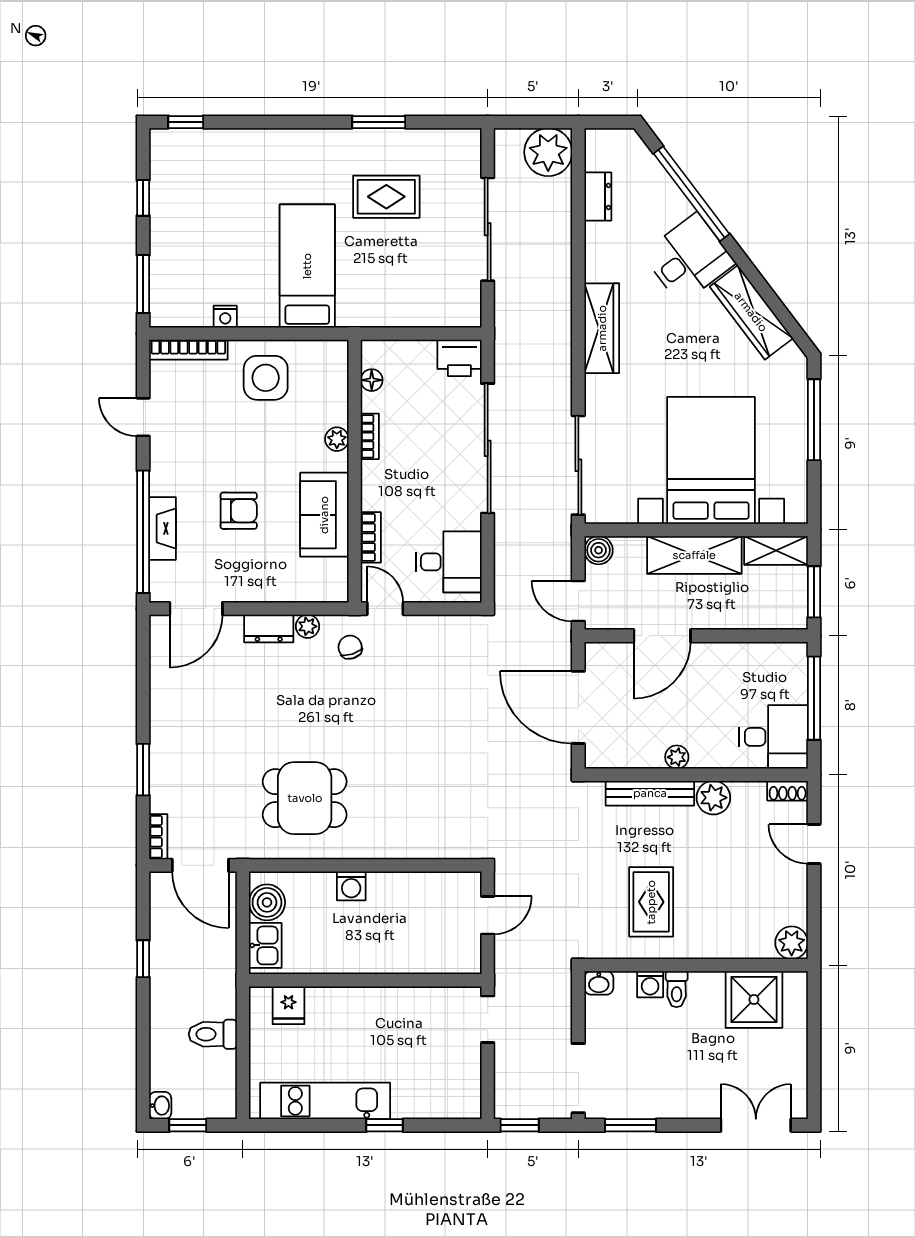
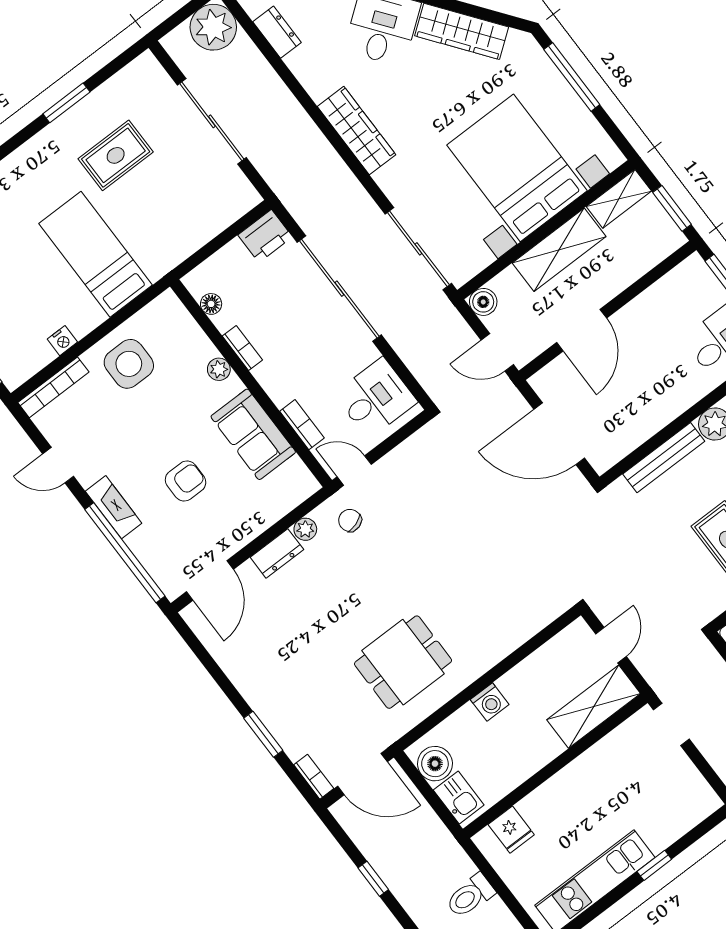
fireplace: (163, 528) -> (114, 507), moved
plant: (677, 757) -> (663, 414), removed
shelving: (434, 955) -> (594, 707), added

